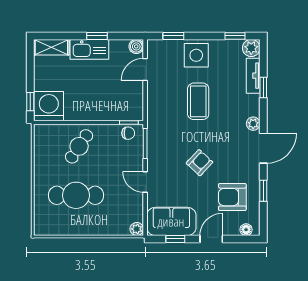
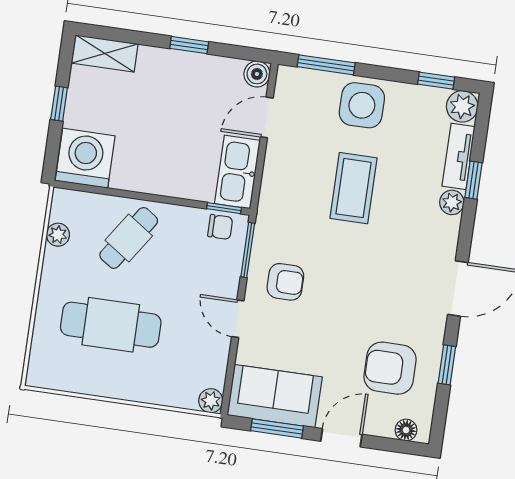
window: (173, 36) -> (326, 65), width x1.50
kitchen sink: (89, 49) -> (237, 172), moved, turned 90
window: (30, 102) -> (59, 104), moved
plant: (253, 124) -> (452, 202), moved
plant: (40, 150) -> (58, 235), added
armchair: (200, 163) -> (285, 282), moved, turned 47
window: (175, 239) -> (277, 428), width x1.50

